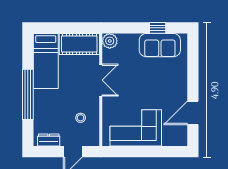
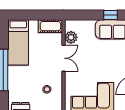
plant: (110, 41) -> (71, 37), moved
cot: (79, 44) -> (50, 26), width x0.73, depth x0.75

